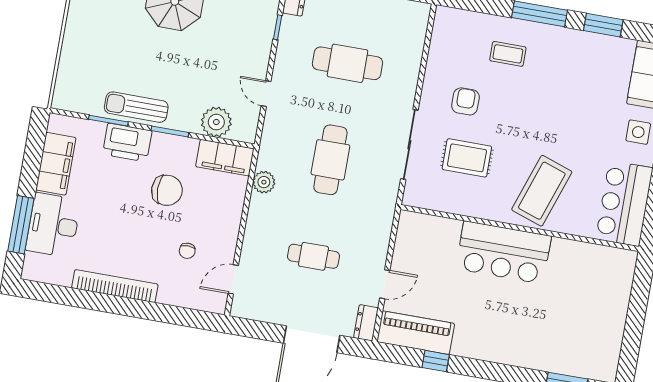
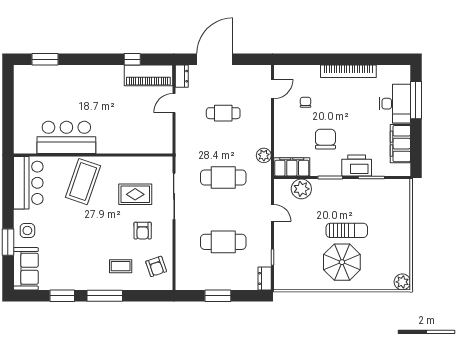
armchair: (455, 44) -> (156, 266), added
sun lounger: (136, 107) -> (347, 230), moved
cafe table: (330, 160) -> (223, 177), turned 90
chair: (167, 190) -> (325, 139), turned 90
bar counter: (503, 252) -> (66, 137), moved

